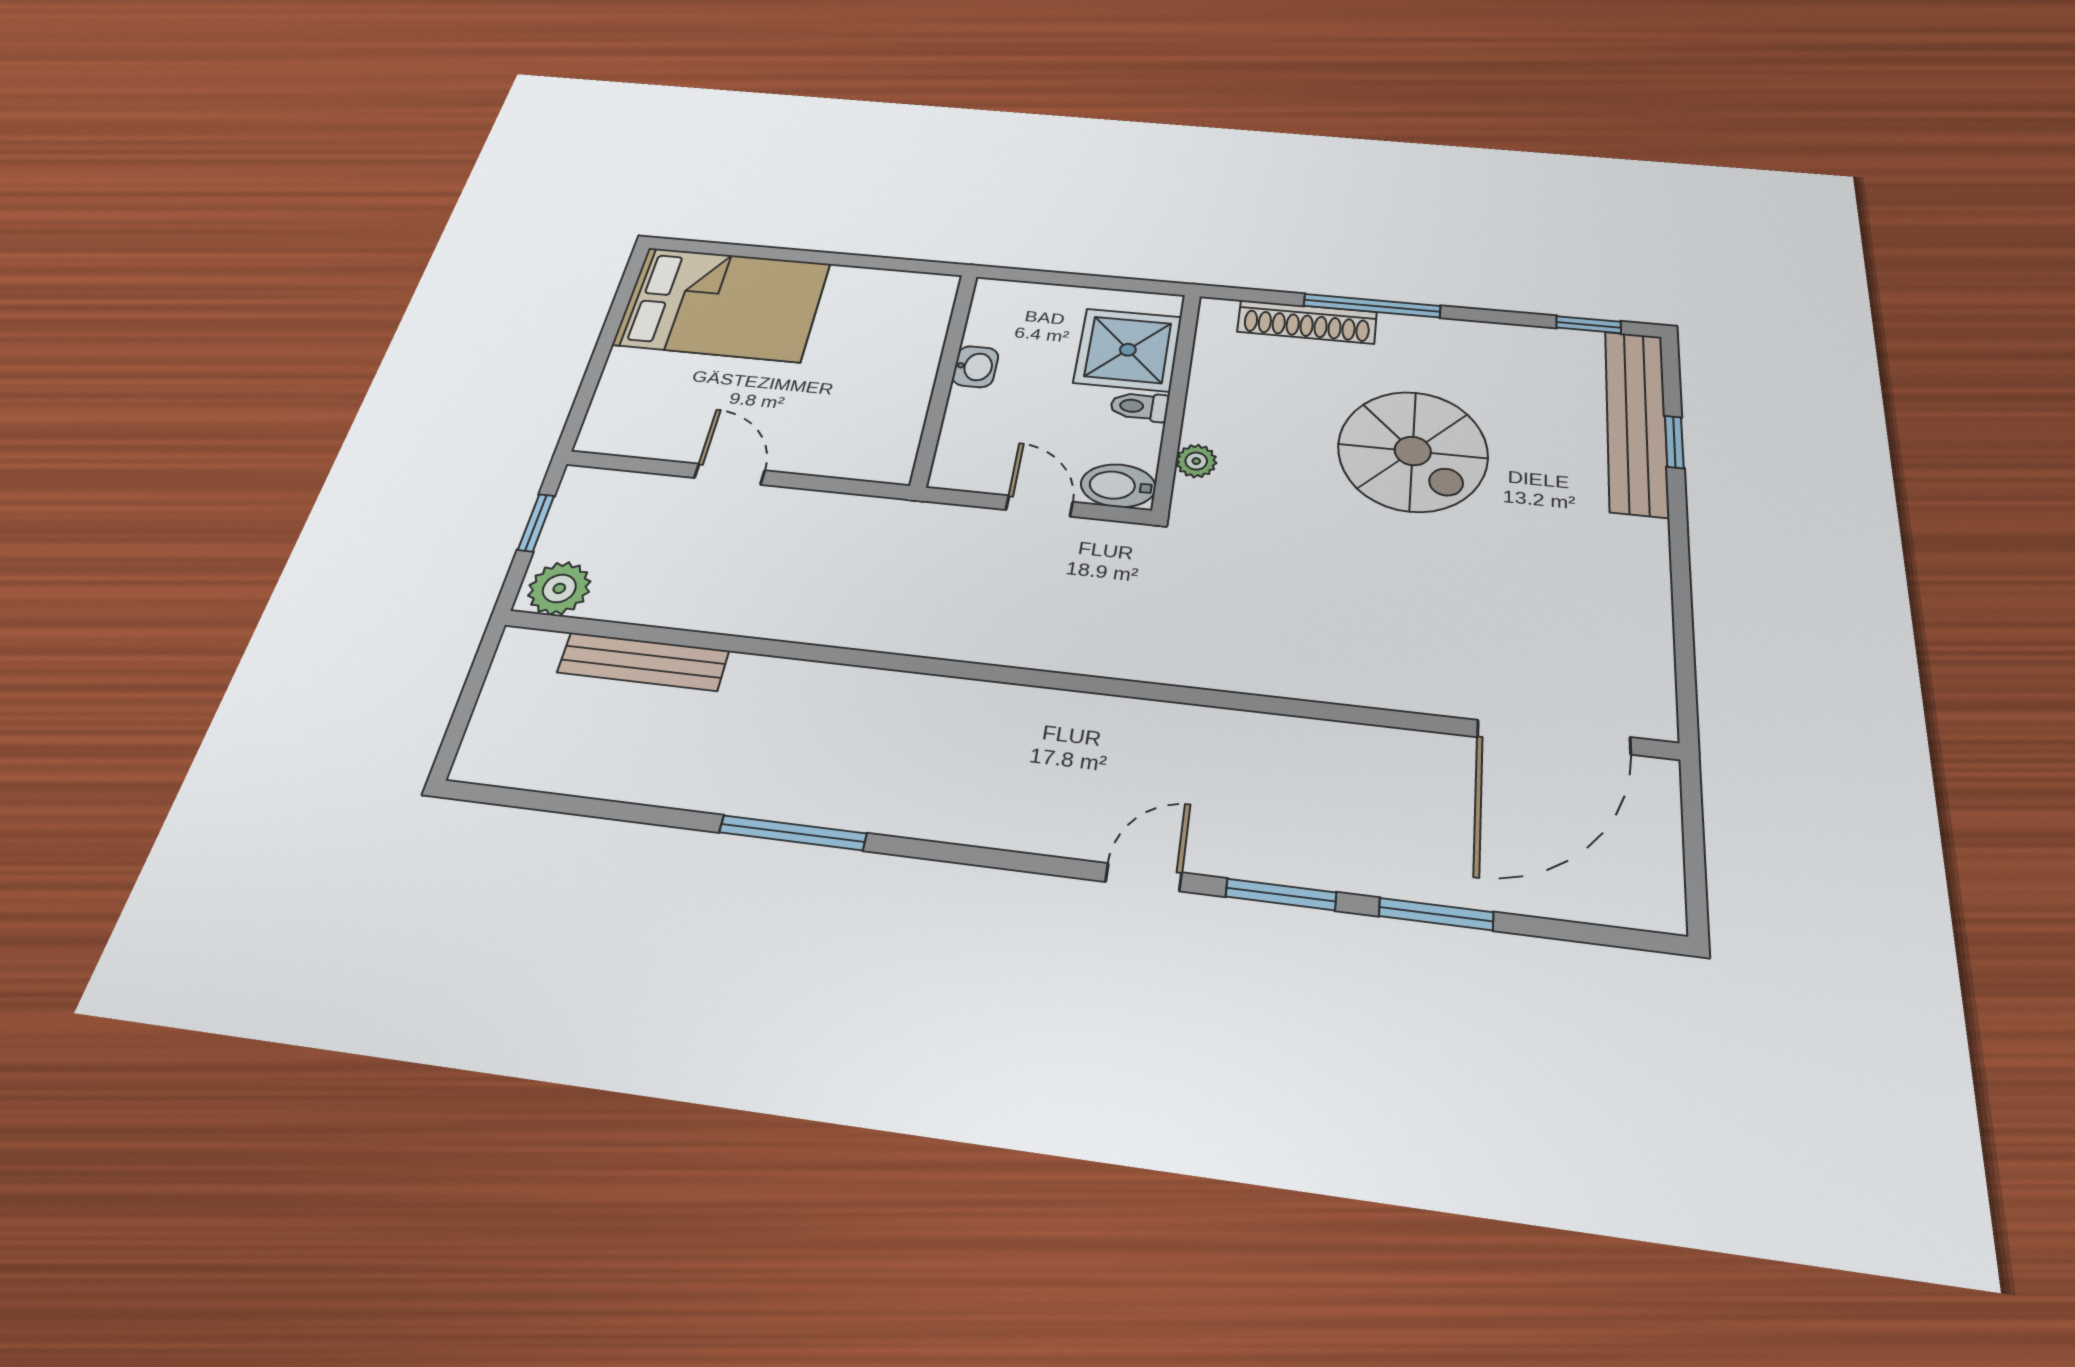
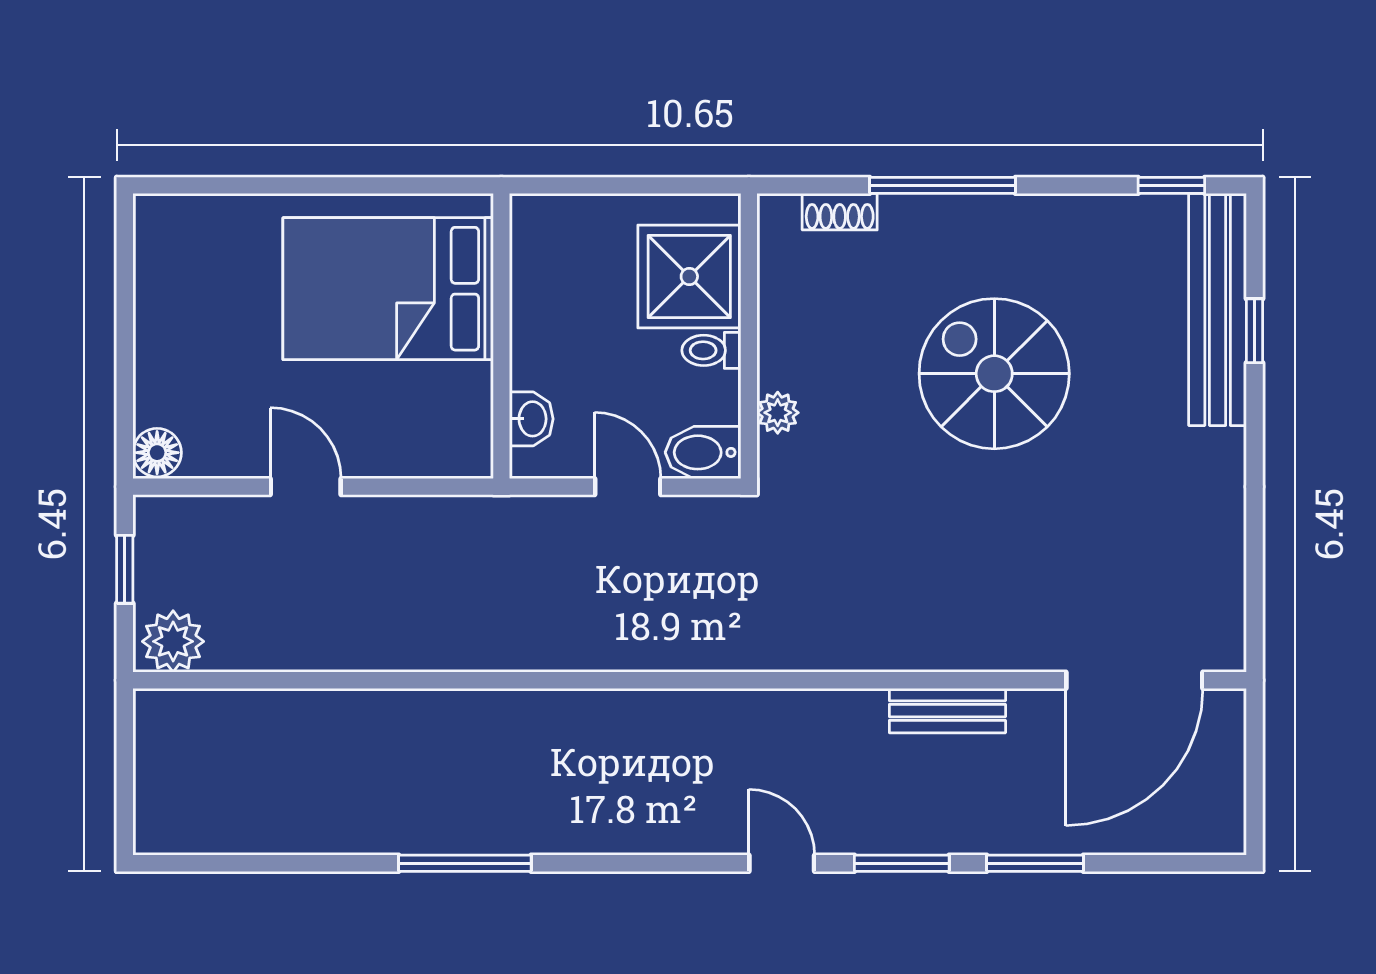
bed: (722, 304) -> (388, 289), moved, turned 180
shoe rack: (1307, 322) -> (840, 212), width x0.51, depth x0.81
washbasin: (975, 367) -> (531, 419), moved
floor lamp: (601, 434) -> (157, 453), added
spiral stairs: (1413, 451) -> (994, 374), turned 180
bench: (643, 662) -> (947, 711), moved, width x0.73
door: (1144, 877) -> (782, 863), hinge flipped

